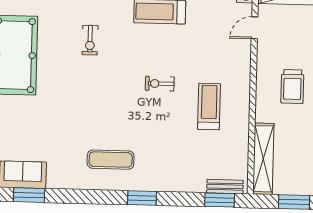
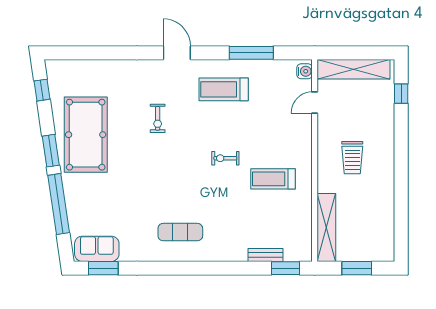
treadmill: (209, 107) -> (273, 179), turned -90
bench: (225, 187) -> (265, 255), moved
window: (142, 198) -> (211, 268), removed

